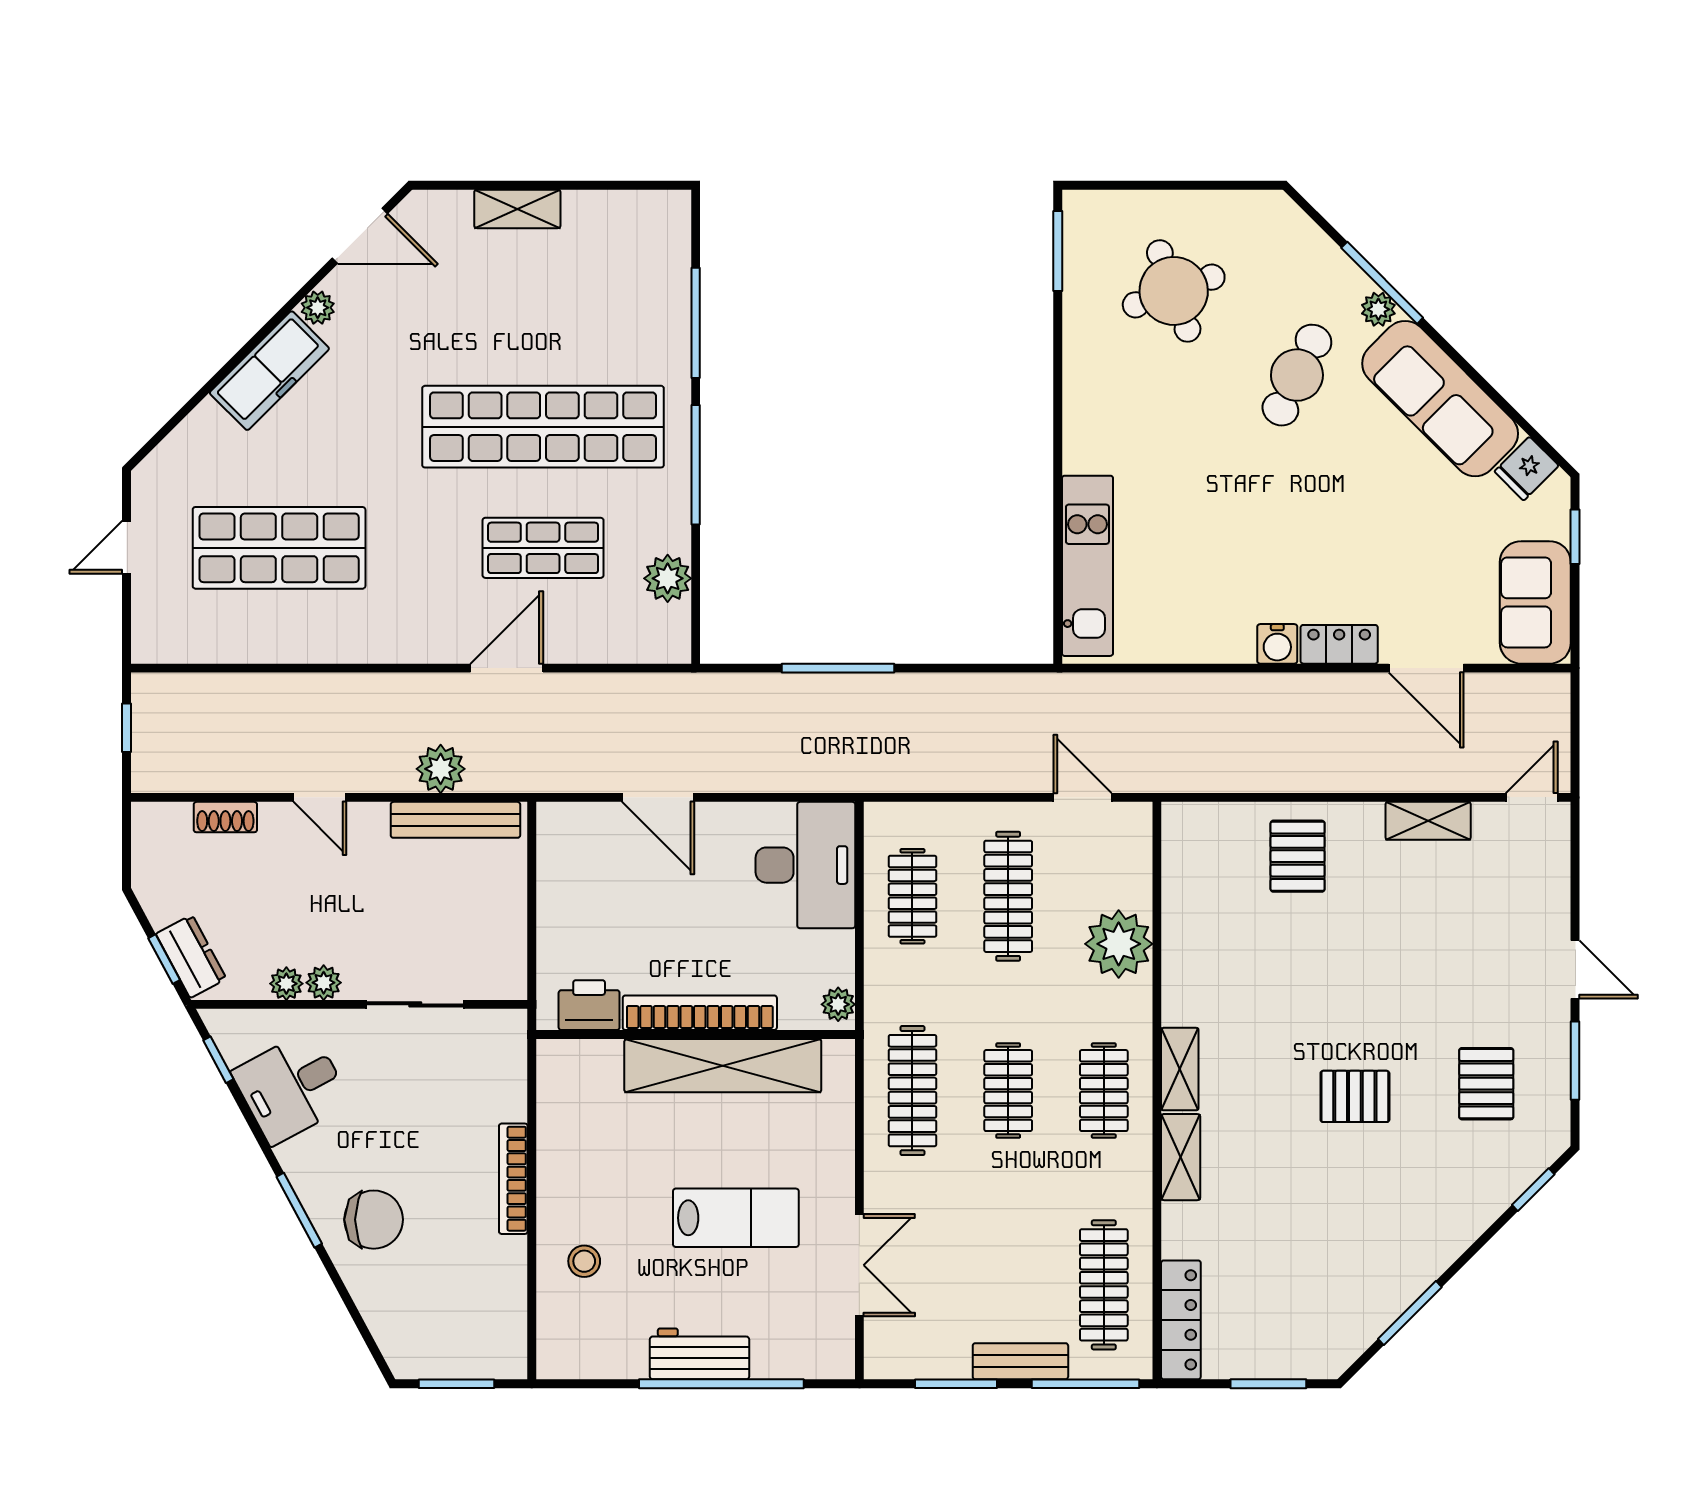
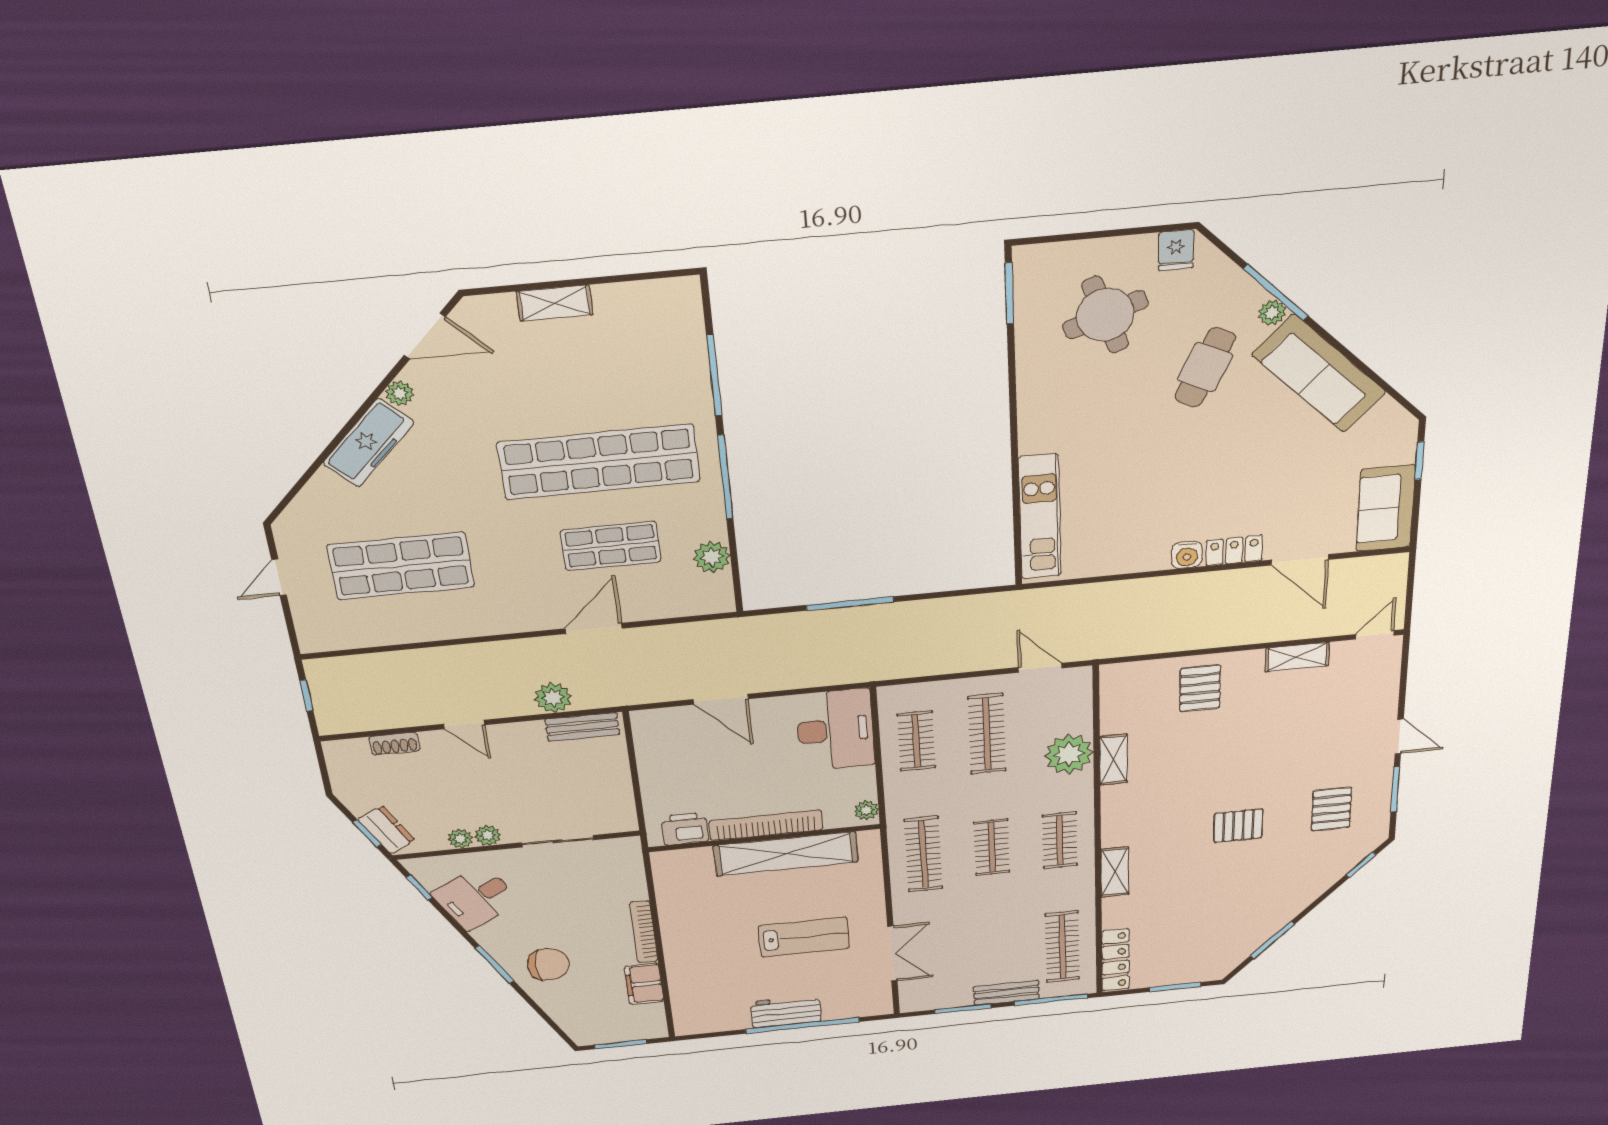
fridge: (1527, 469) -> (1176, 250), moved, turned -45
bench: (455, 820) -> (582, 727), width x0.73
shelving: (1180, 1069) -> (1114, 759), moved
stool: (584, 1261) -> (700, 971), removed
filing cabinet: (503, 1274) -> (644, 984), added

